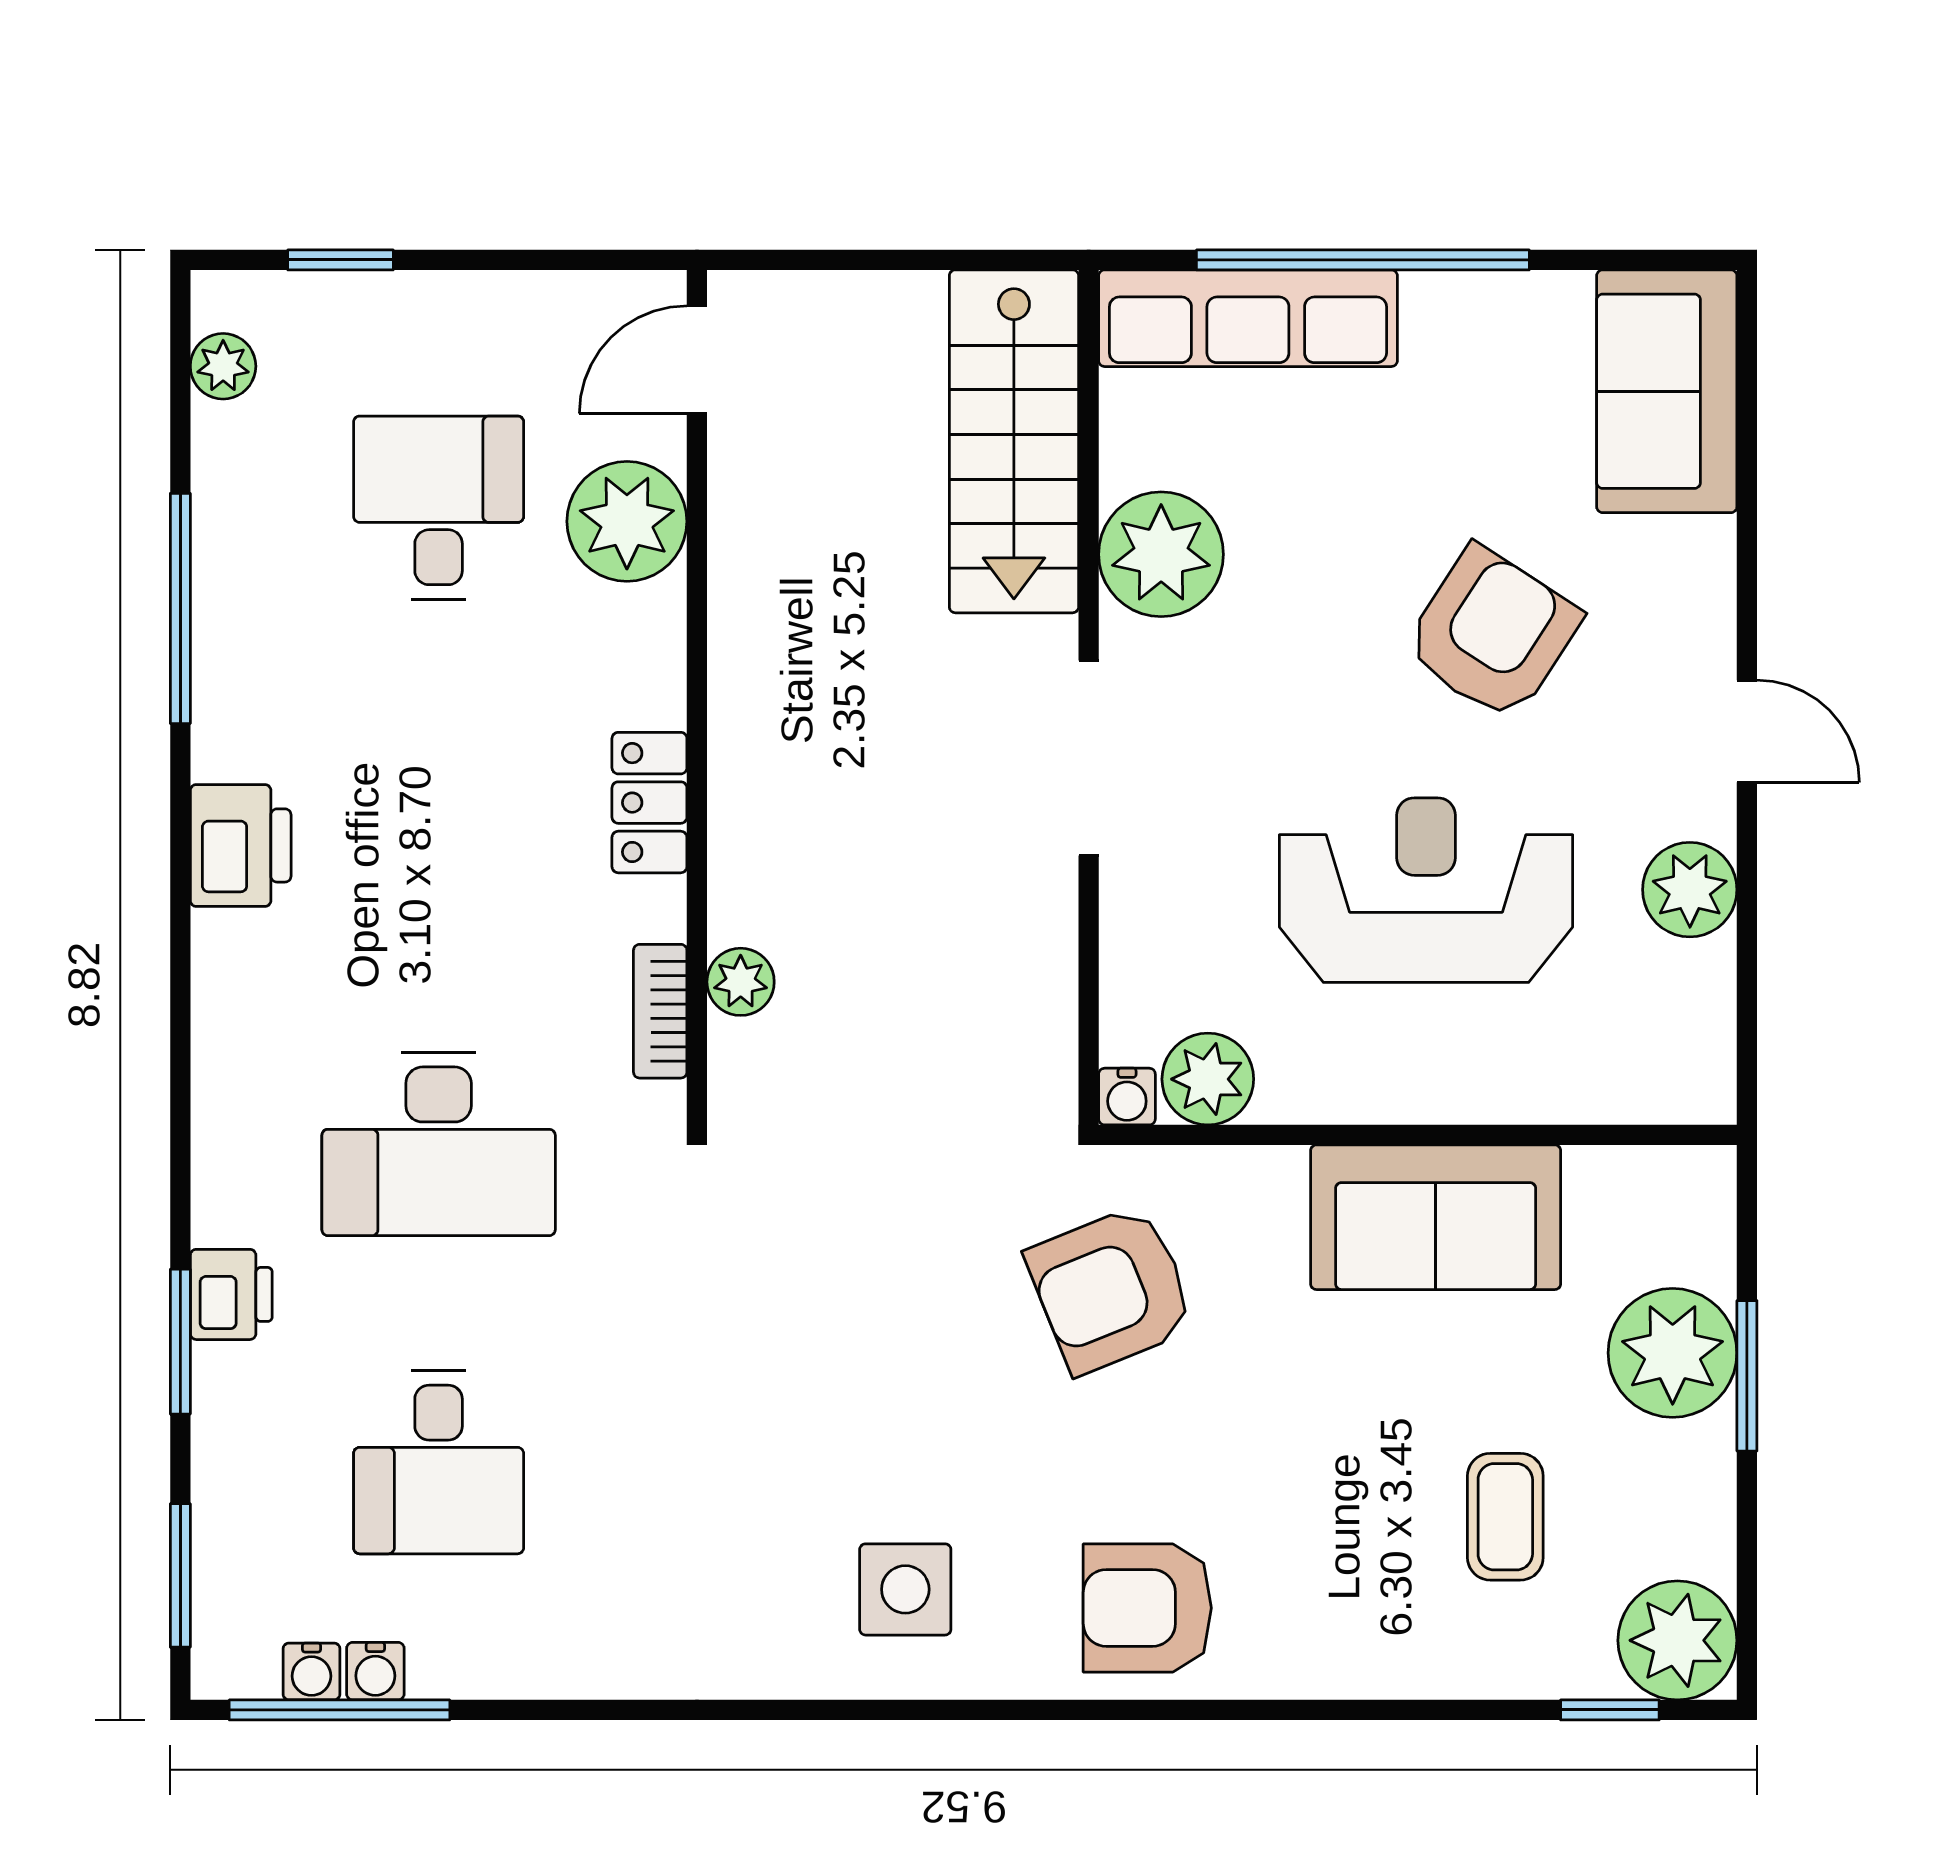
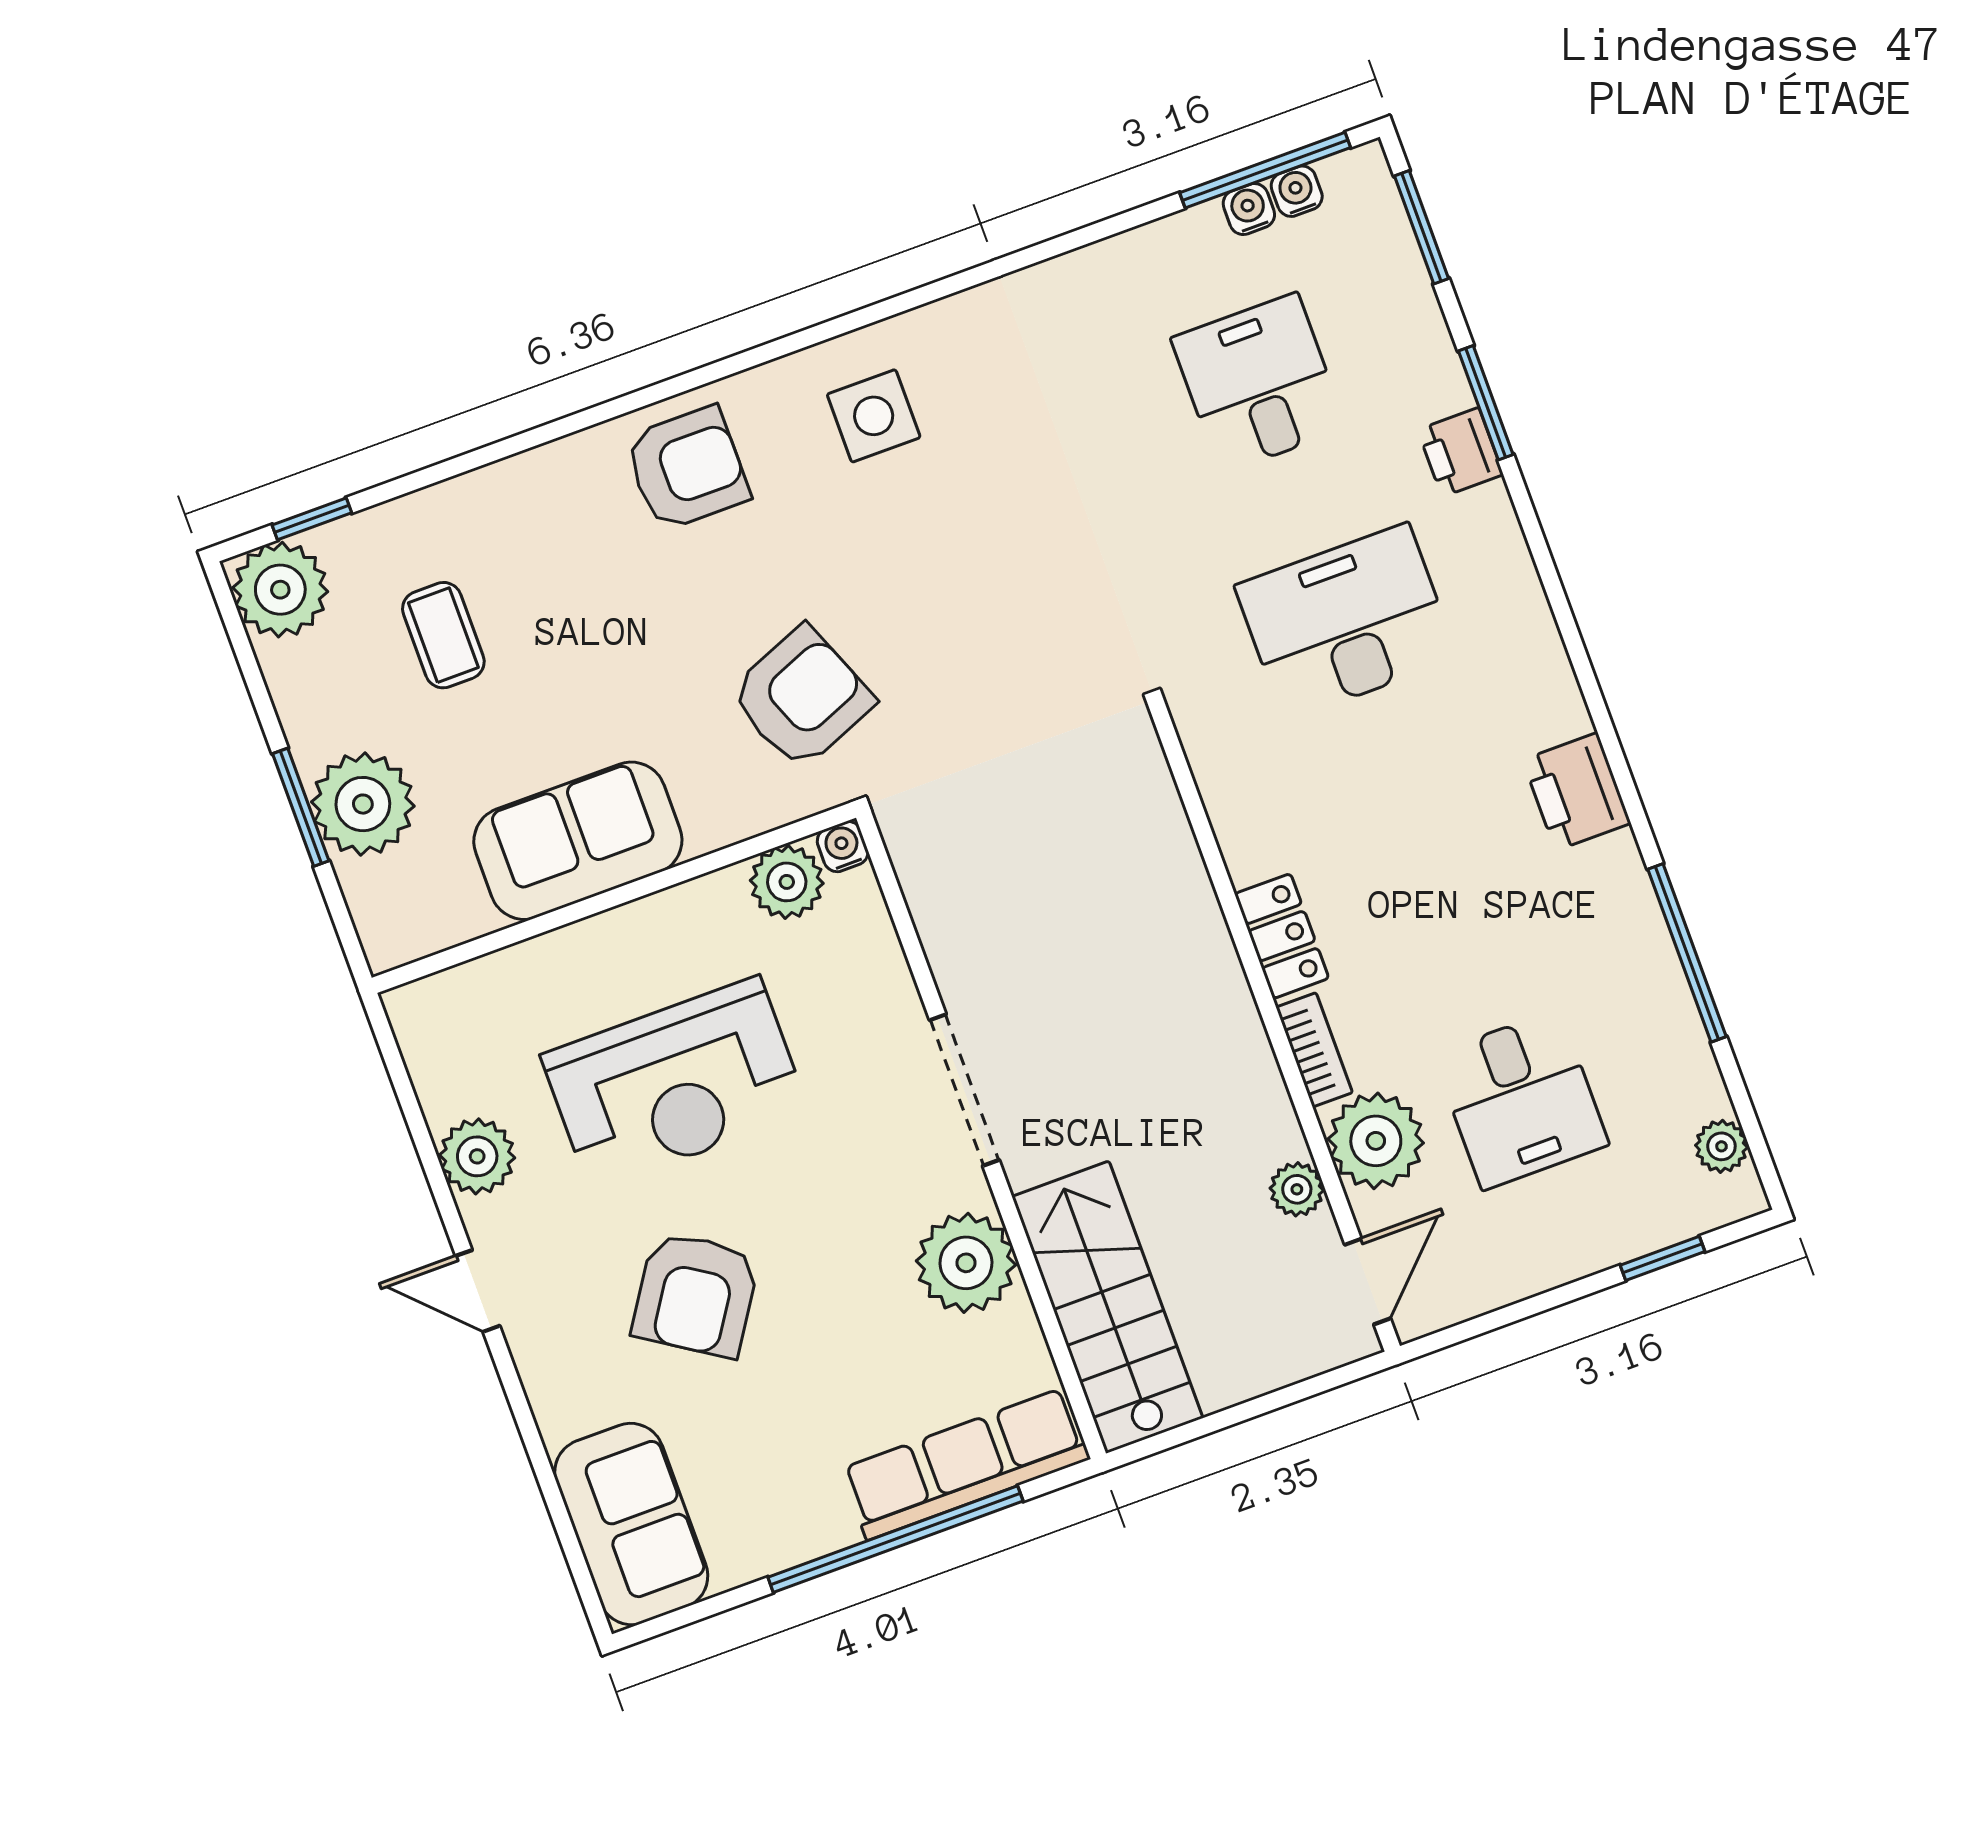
plant: (741, 982) -> (1297, 1189), moved
bookcase: (660, 1011) -> (1314, 1050), moved

